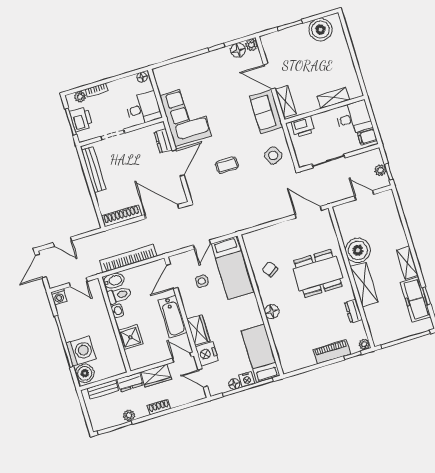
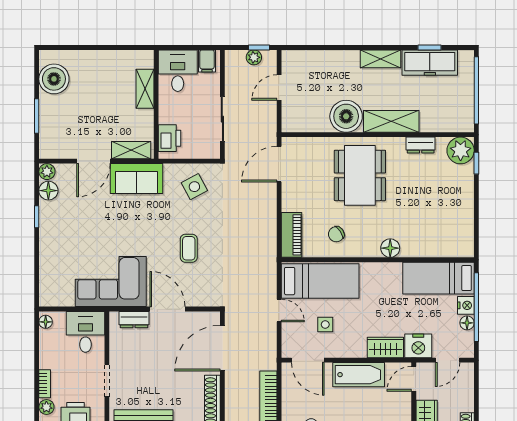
plant: (364, 344) -> (461, 150), width x1.88, depth x1.88
piano: (332, 352) -> (292, 235), moved, turned 180

